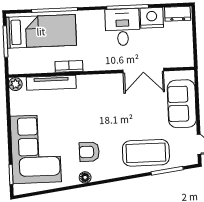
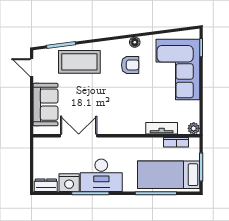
desk: (123, 27) -> (101, 175), width x1.37
bookcase: (69, 66) -> (176, 142), moved
tv unit: (51, 83) -> (162, 128), width x0.71

